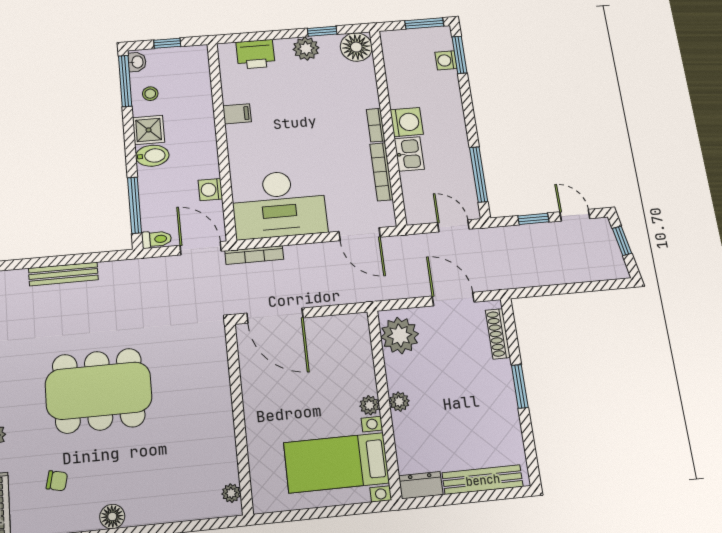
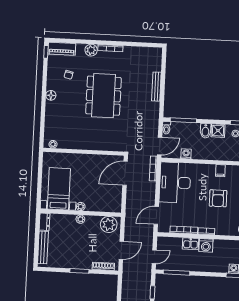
armchair: (299, 111) -> (218, 198), added

